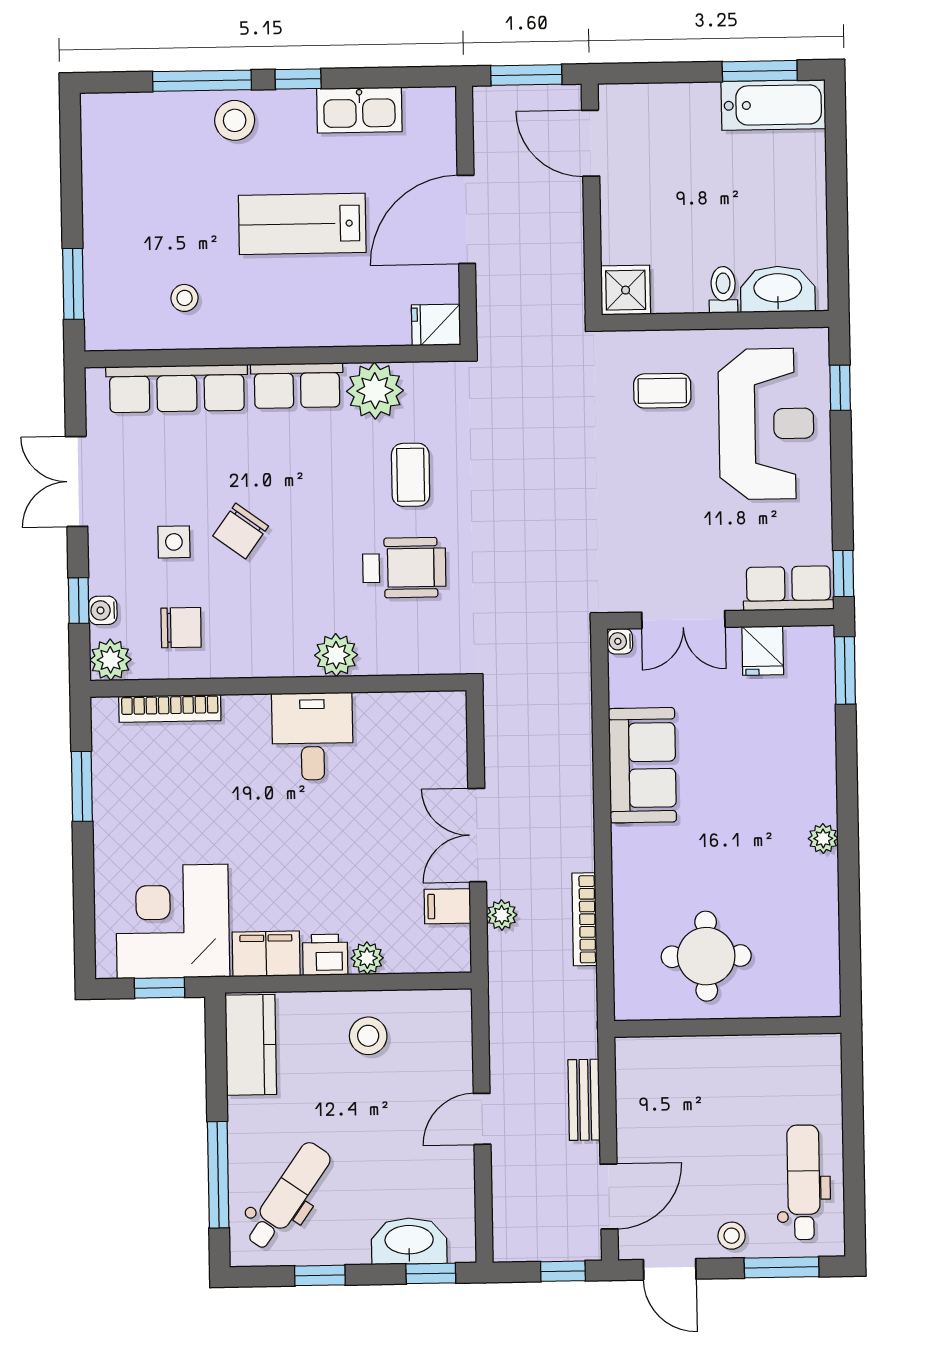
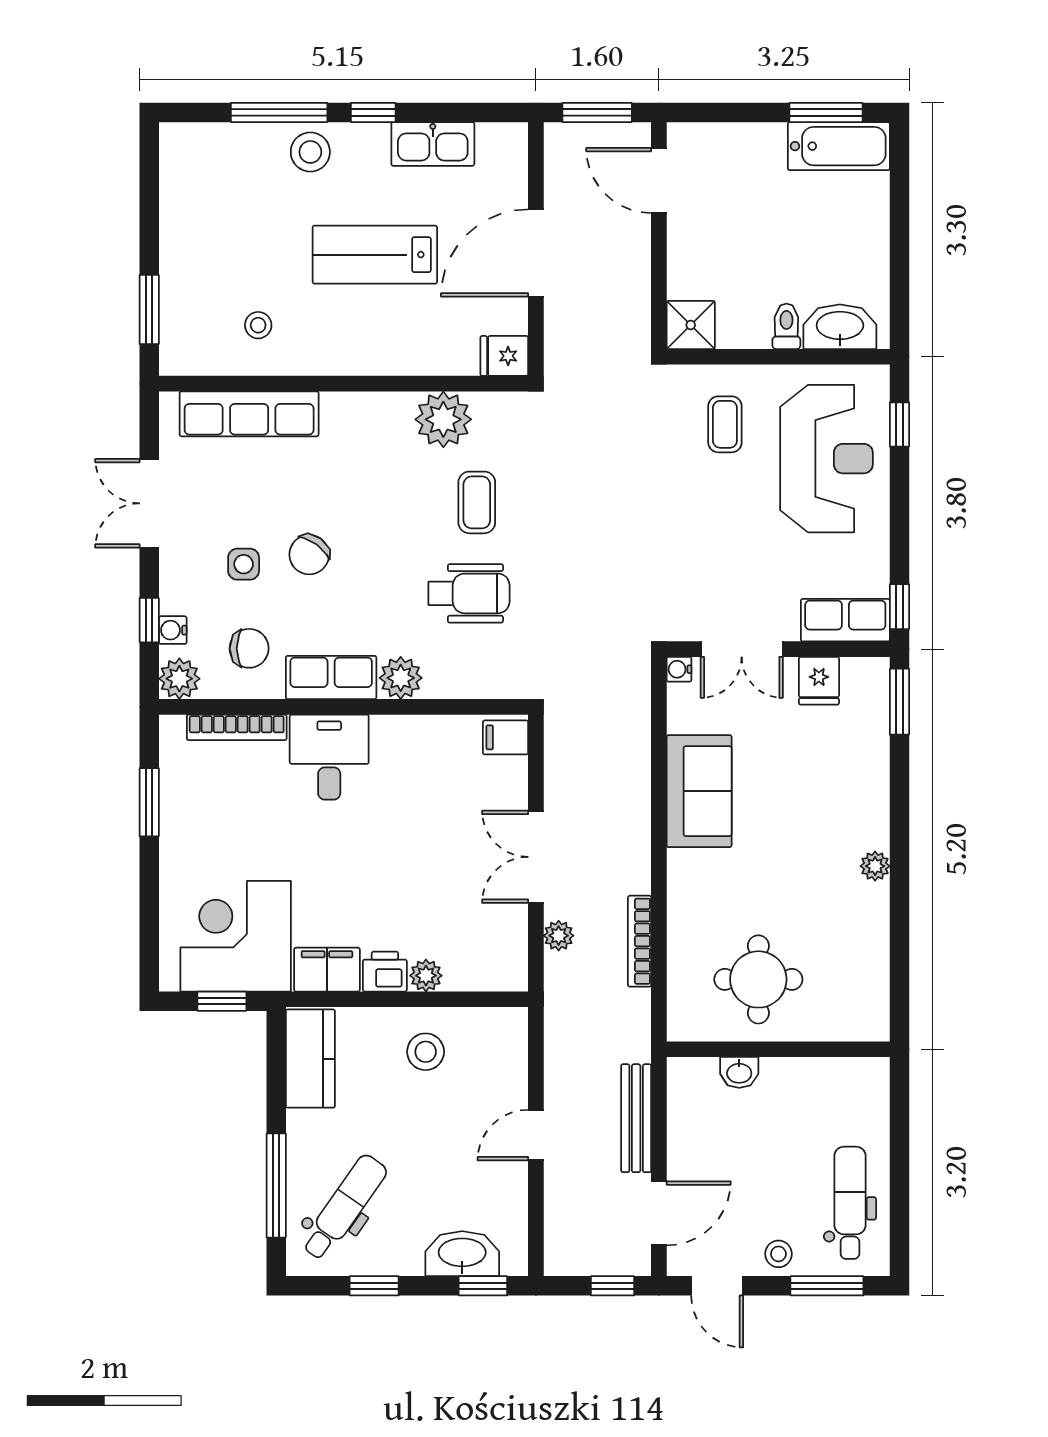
row of seats: (297, 386) -> (331, 677), moved, turned 180
coffee table: (662, 391) -> (725, 424), turned 90
desk: (312, 736) -> (329, 757), moved
filing cabinet: (447, 906) -> (505, 737), moved
washbasin: (688, 1051) -> (739, 1072), added
bench: (584, 1100) -> (636, 1118), width x1.36

